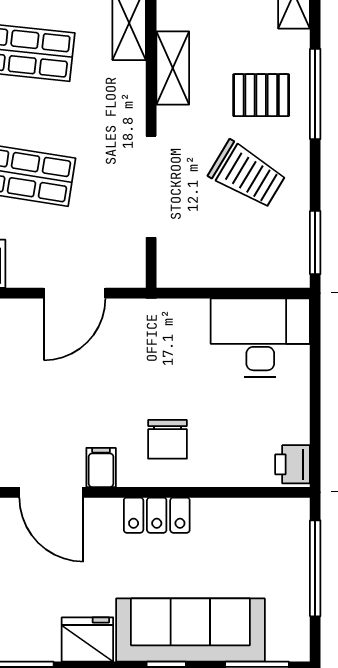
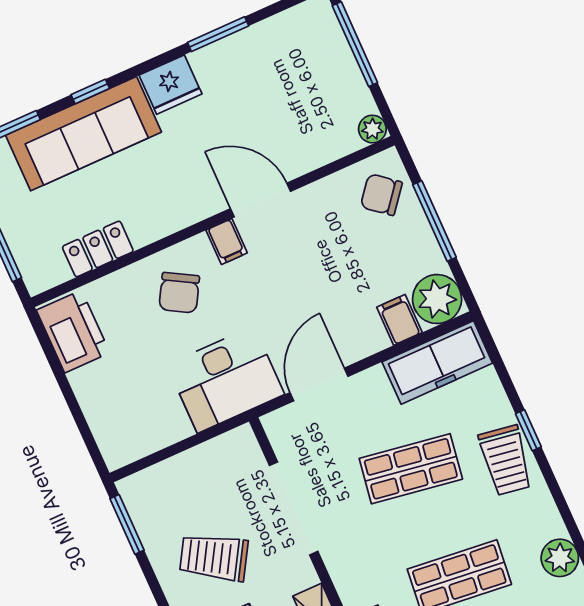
desk: (260, 338) -> (226, 380), moved
chair: (168, 439) -> (179, 293), turned -150
printer: (293, 464) -> (73, 331), width x1.87, depth x1.48
locker: (157, 515) -> (98, 249), moved

